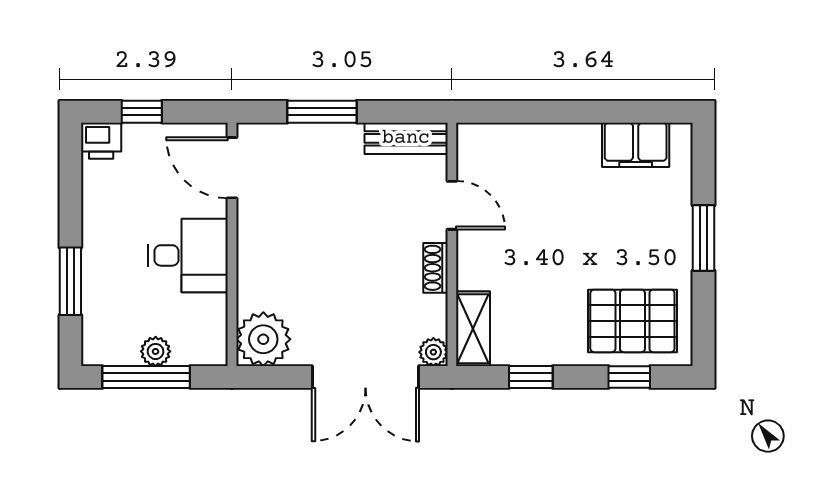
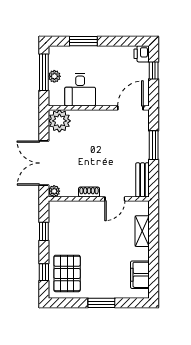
desk: (188, 255) -> (80, 90), moved
shelving: (473, 329) -> (142, 231), moved, turned 90

